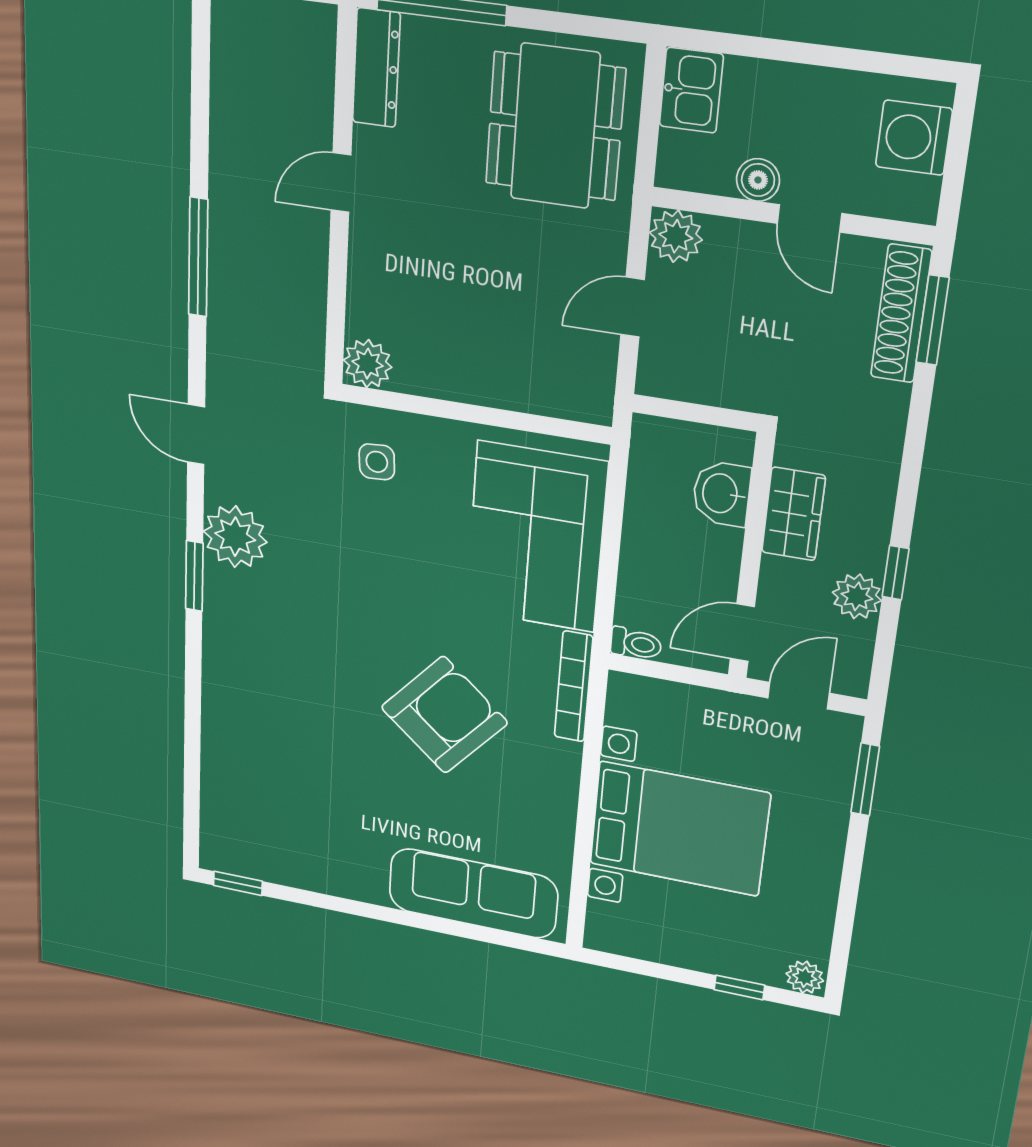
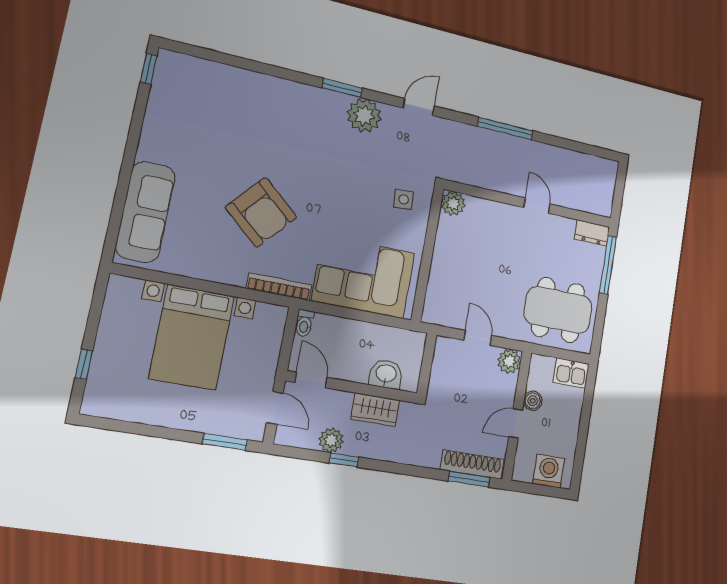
dresser: (376, 68) -> (592, 233), width x0.70
plant: (805, 977) -> (93, 403), removed

